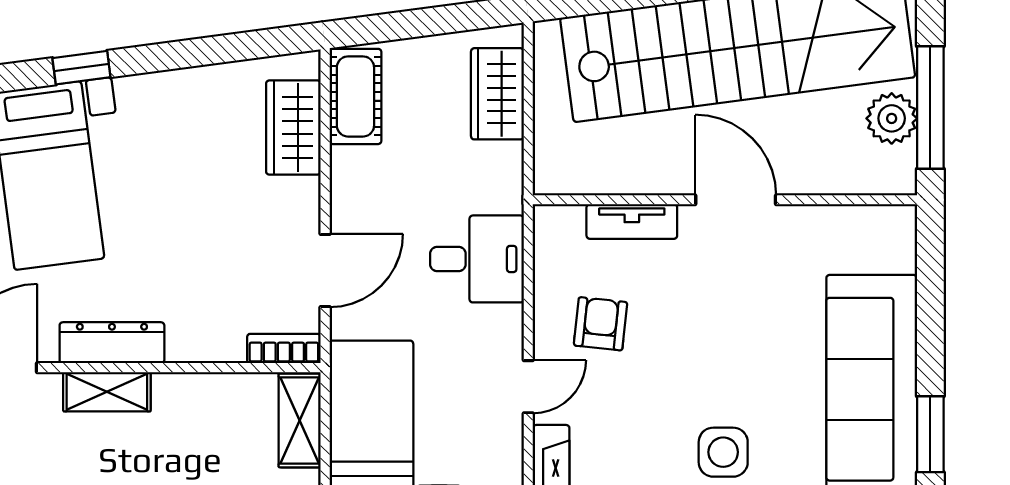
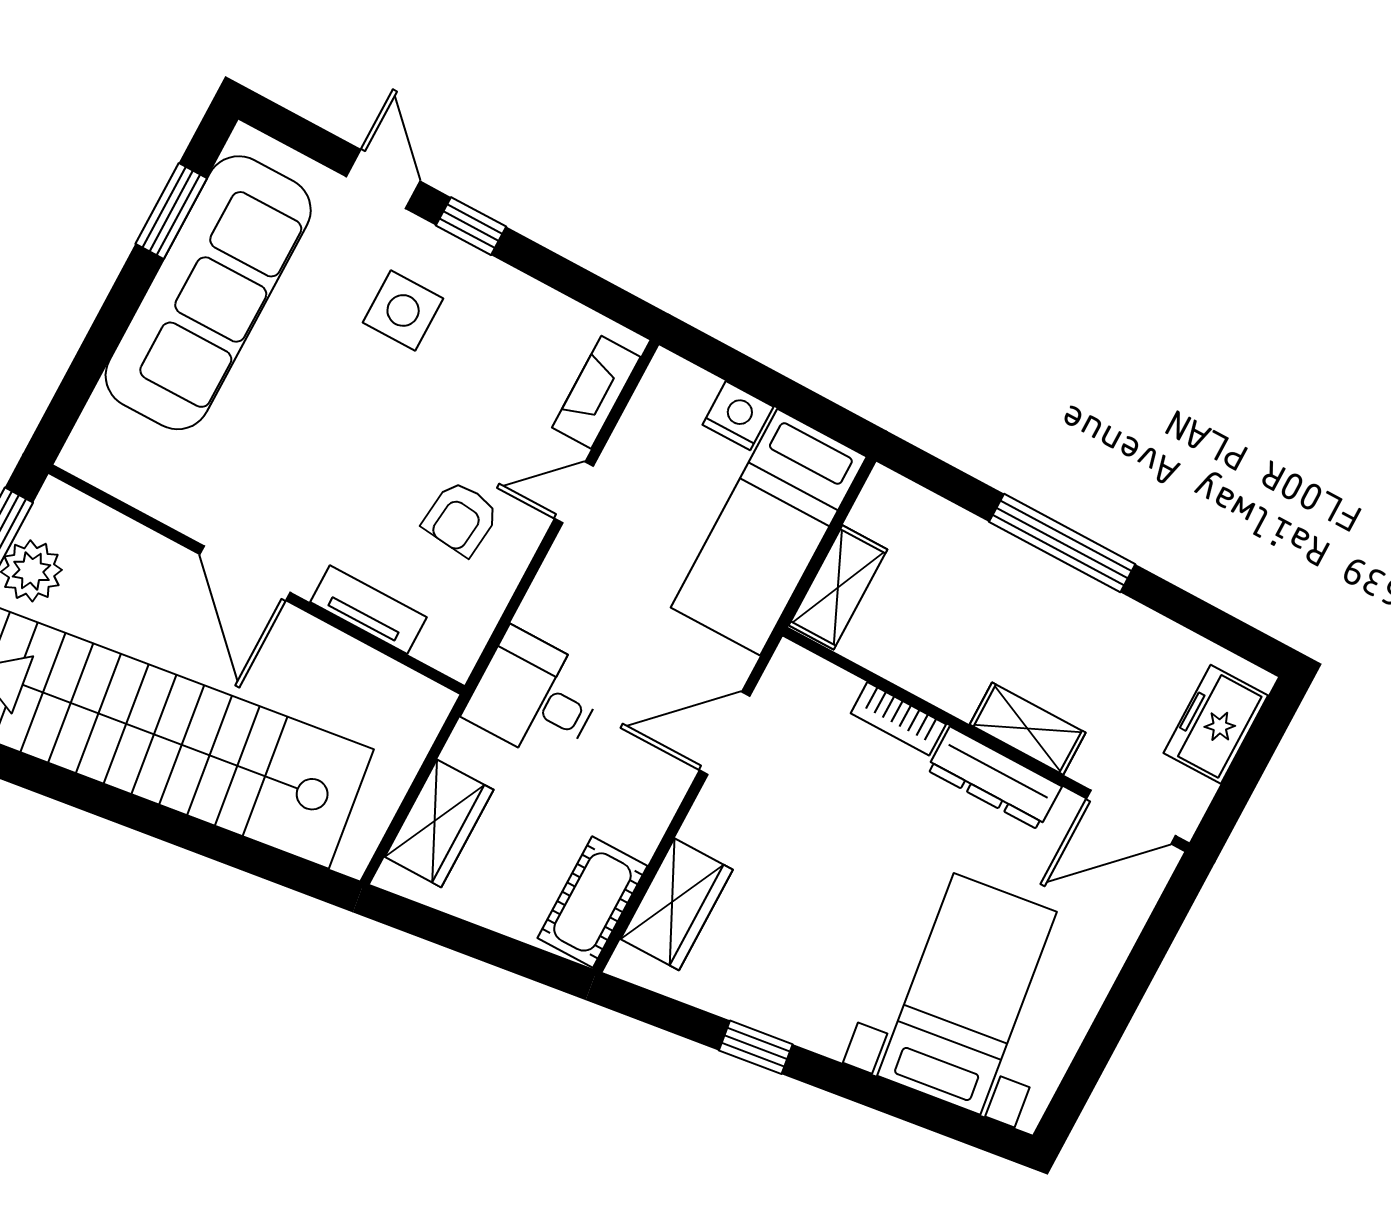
window: (81, 68) -> (756, 1047), moved
desk: (477, 259) -> (535, 697), moved
bookcase: (284, 349) -> (898, 719), moved

